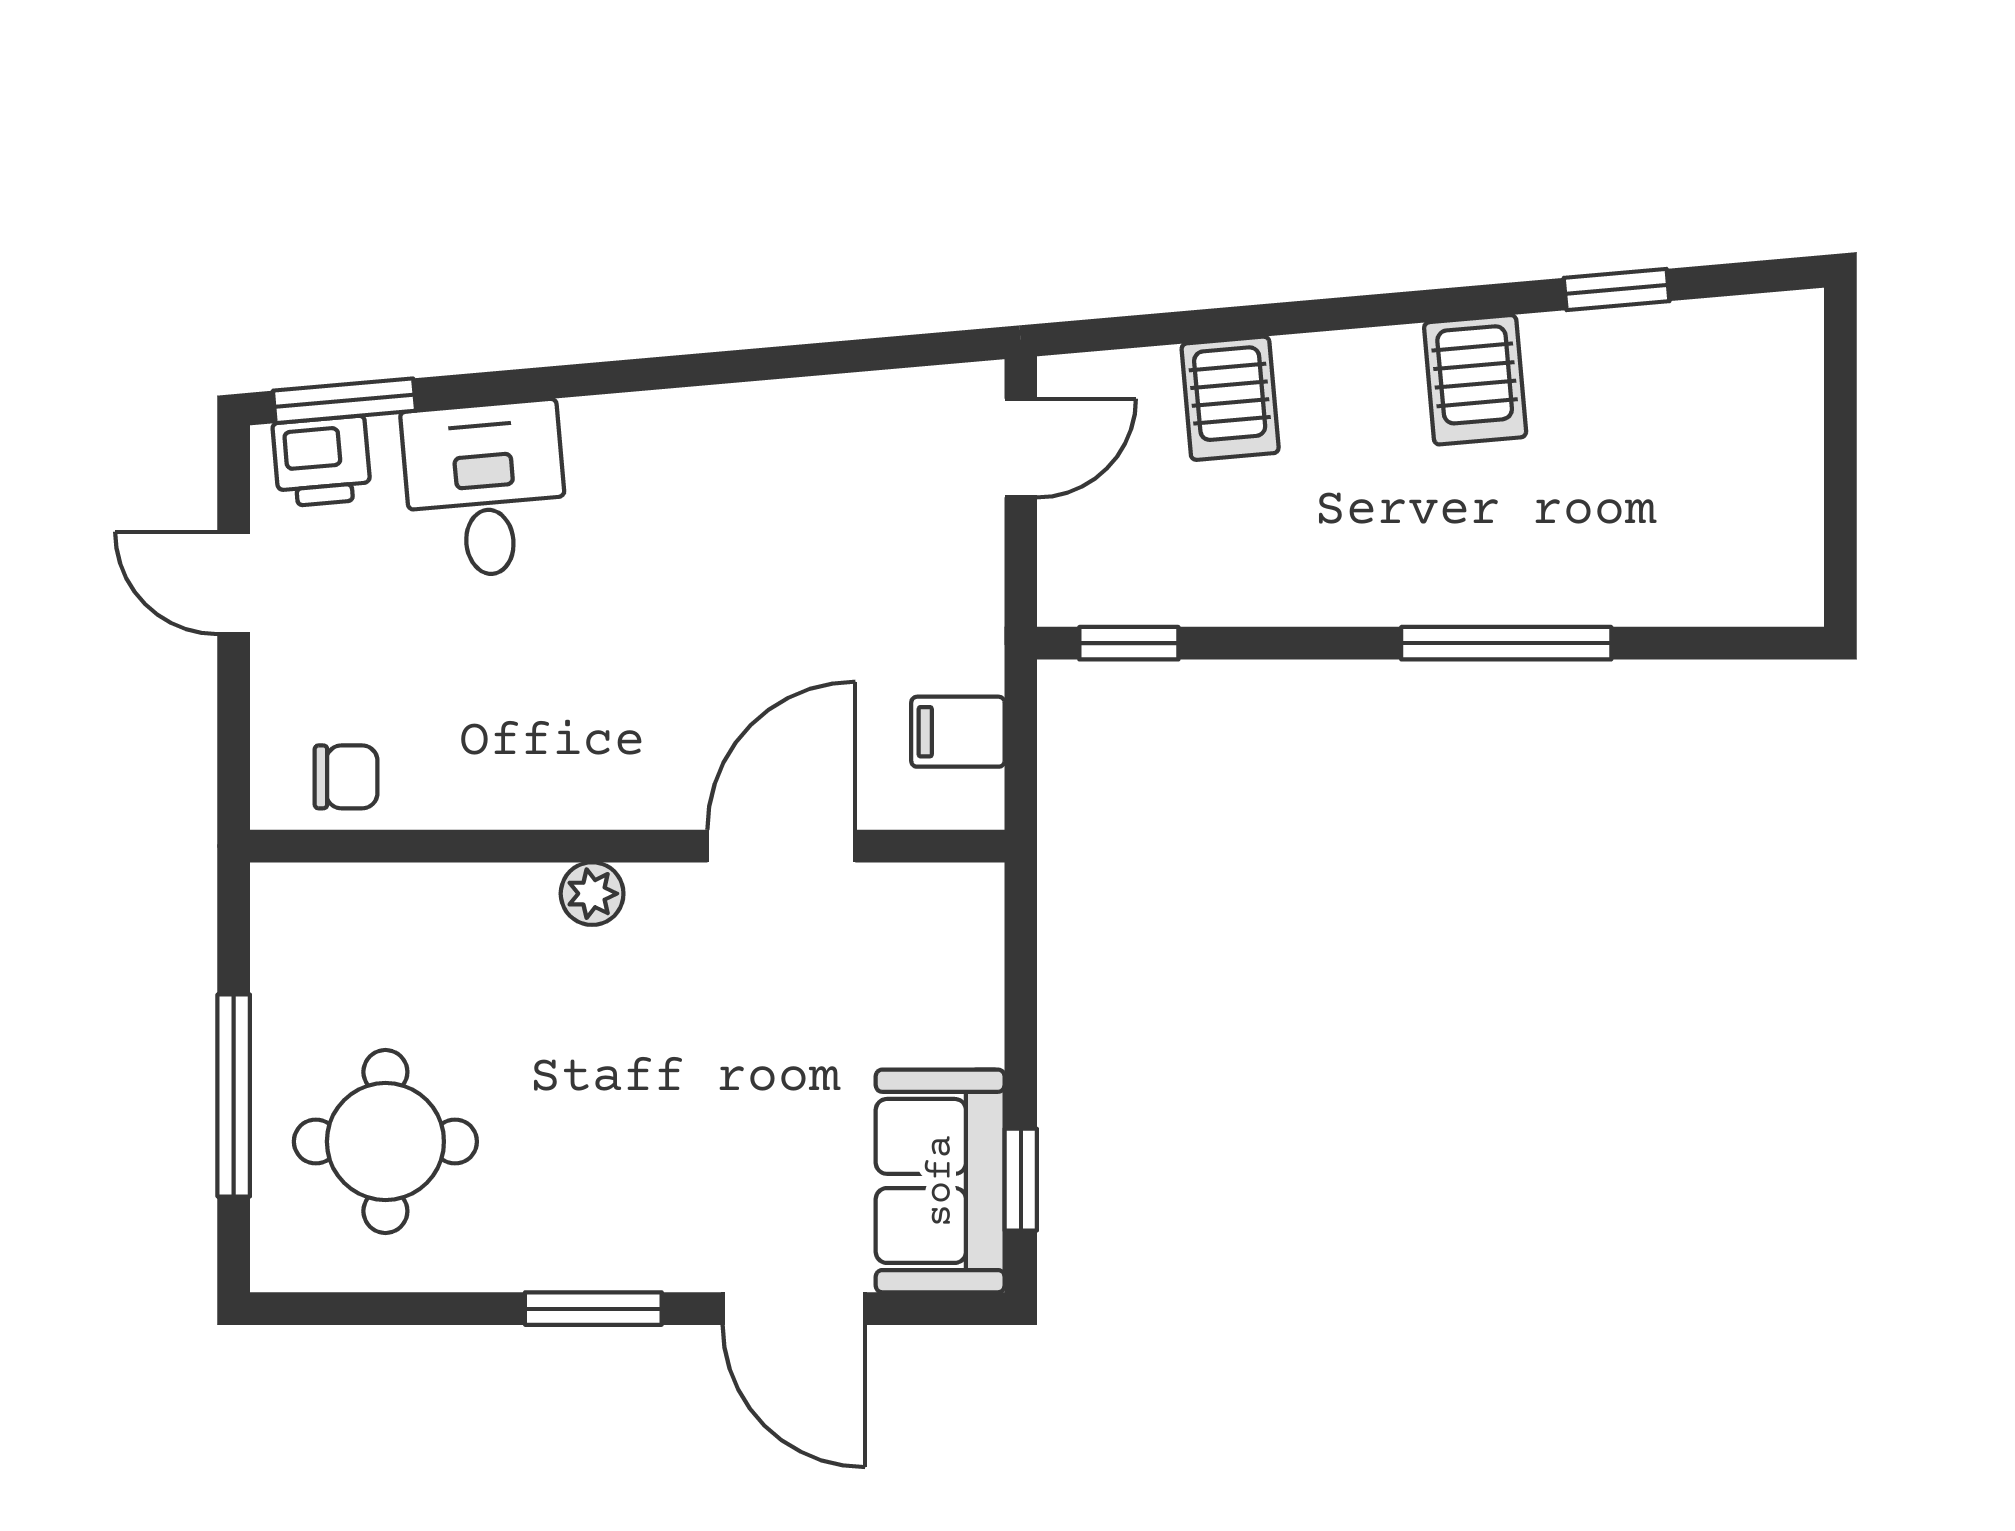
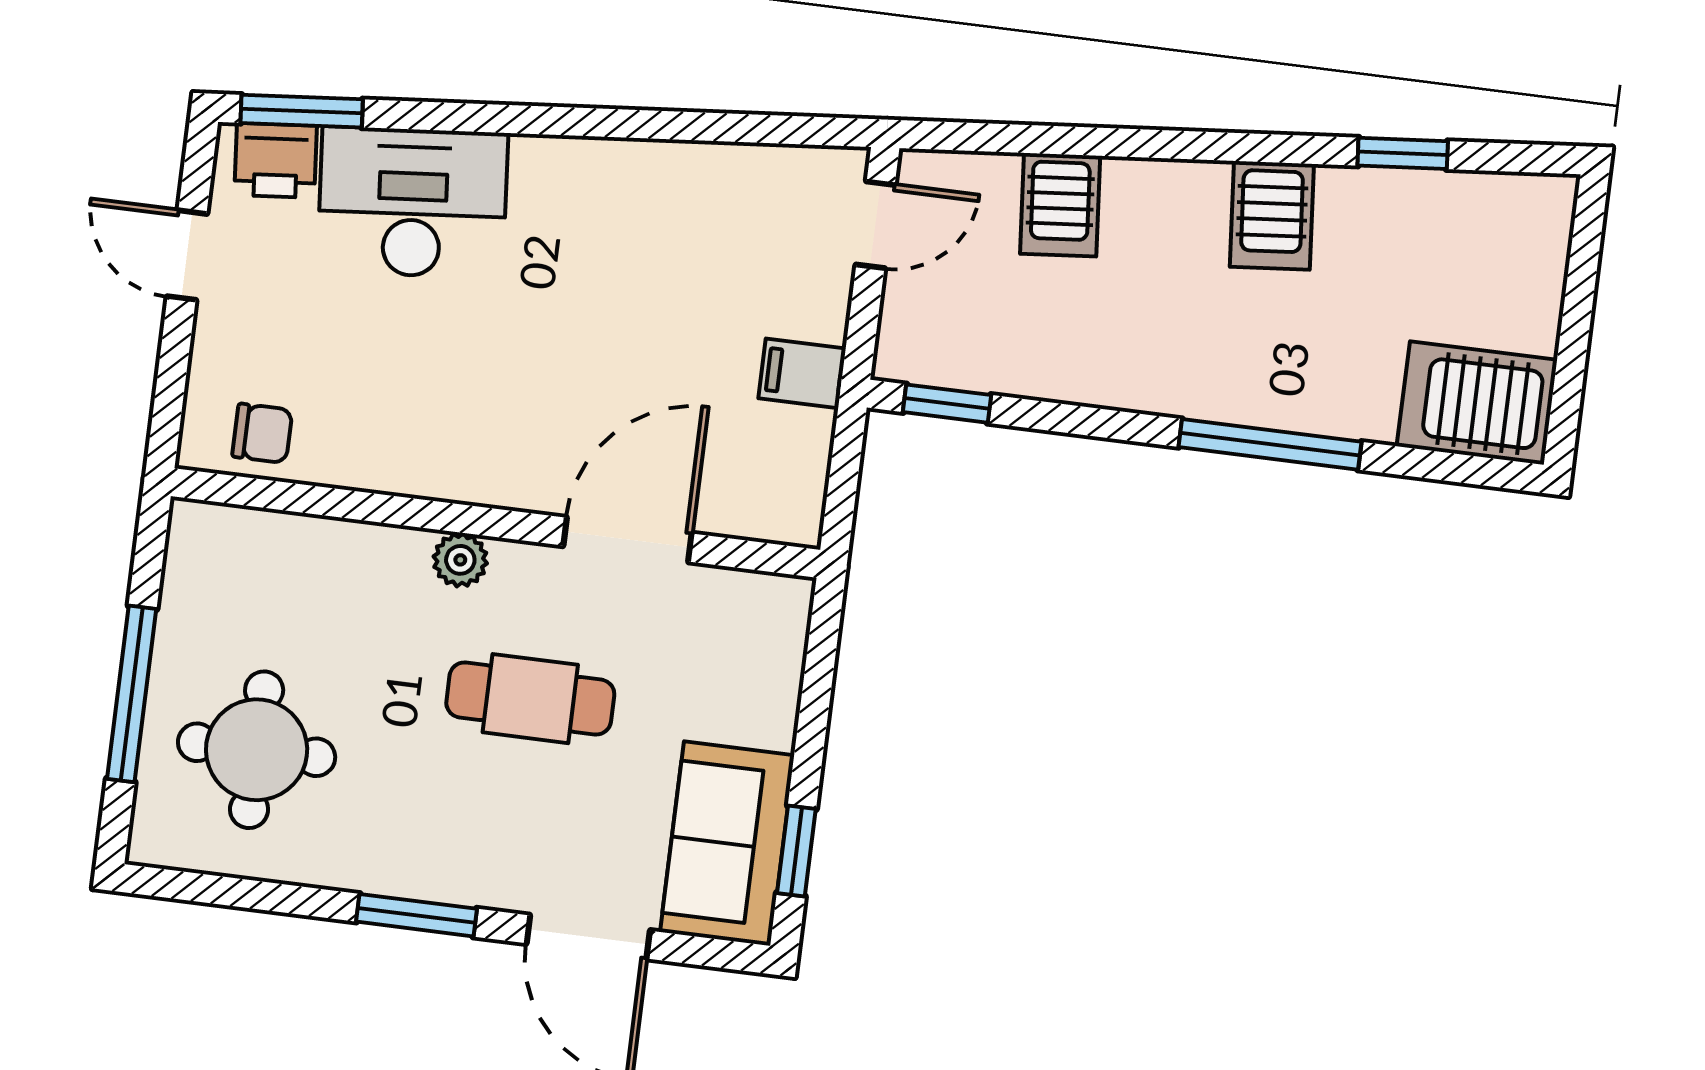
desk: (485, 490) -> (413, 202), width x1.37
server rack: (1738, 566) -> (1477, 403), added
filing cabinet: (958, 732) -> (802, 373), moved
cafe table: (693, 1043) -> (530, 699), added

